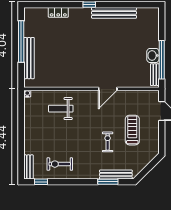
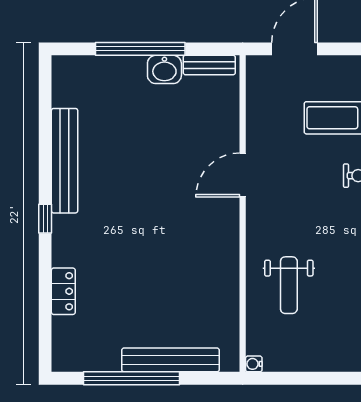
window: (162, 60) -> (140, 49), moved
door: (108, 89) -> (243, 175), swing flipped

